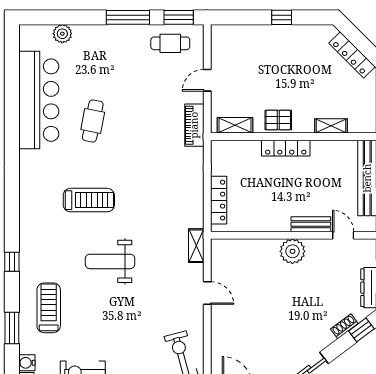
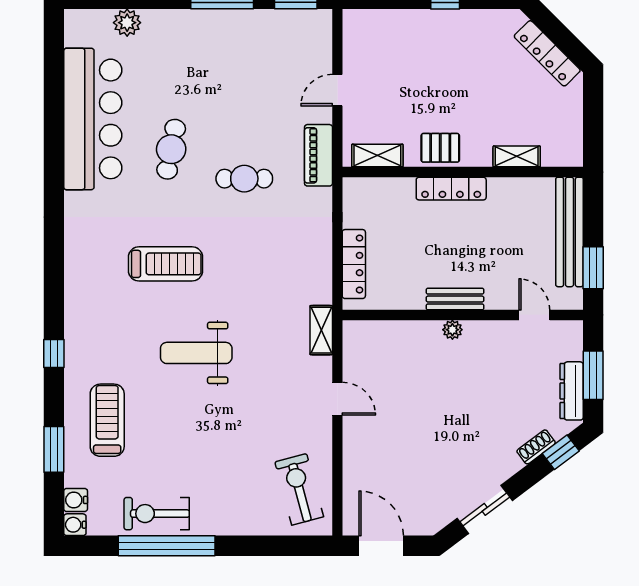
cafe table: (170, 43) -> (244, 179), moved
bench: (311, 224) -> (455, 299), moved
plant: (292, 251) -> (452, 330), width x0.53, depth x0.53

